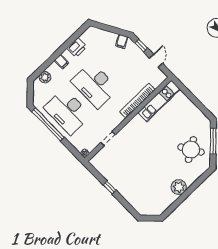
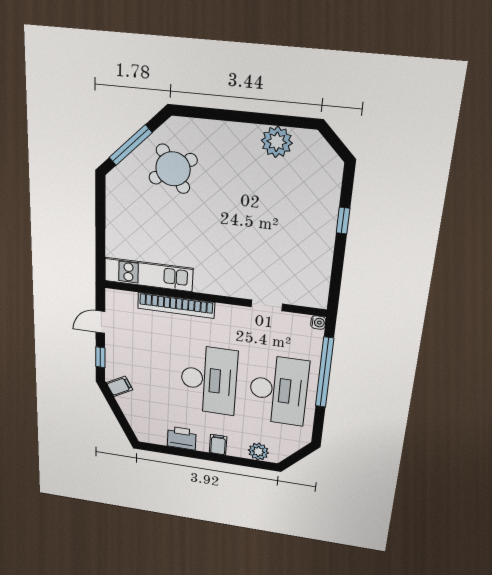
window: (48, 124) -> (325, 372), moved
window: (110, 187) -> (343, 220), moved
plant: (179, 187) -> (277, 142), moved

